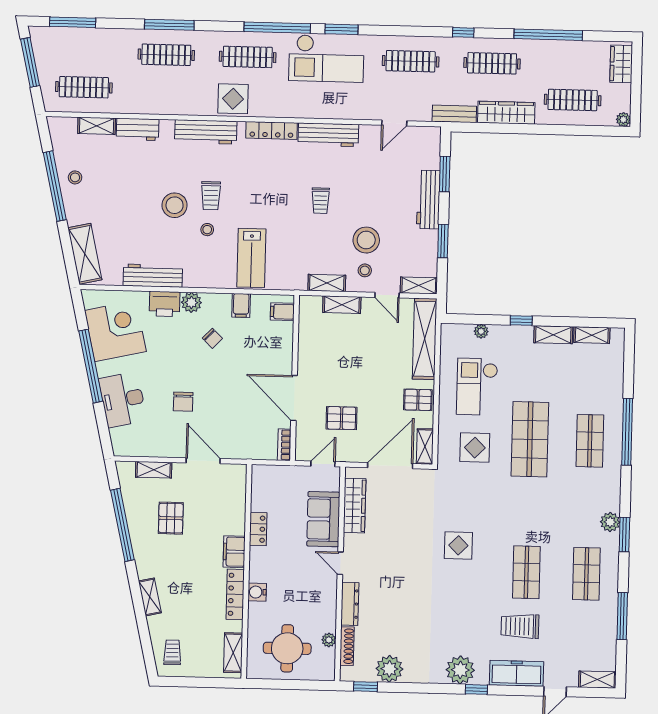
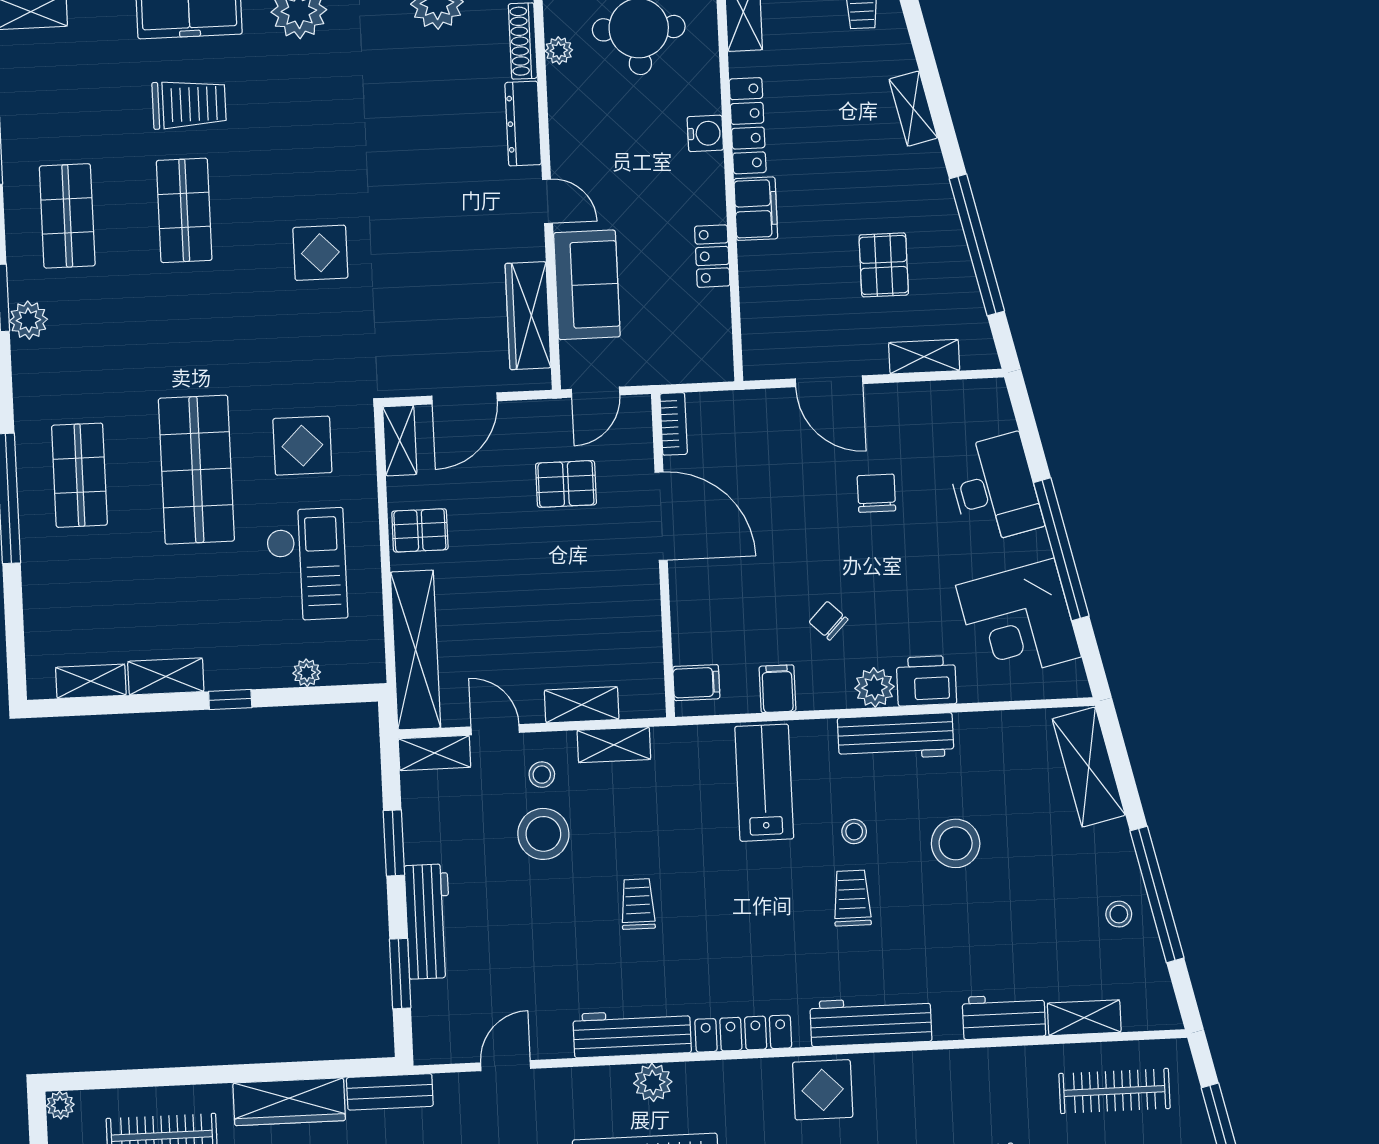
plant: (320, 109) -> (653, 1082), added
stool: (175, 205) -> (956, 843), moved
workbench: (153, 276) -> (896, 737), moved
door: (390, 466) -> (465, 398), width x0.73

